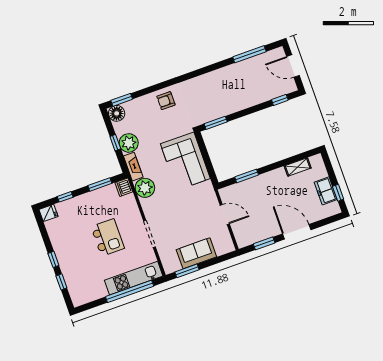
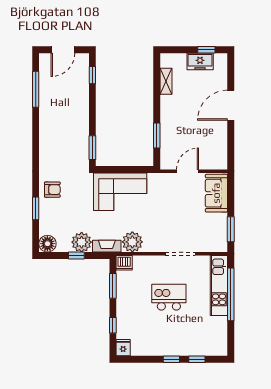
window: (122, 100) -> (36, 208), moved
armchair: (166, 101) -> (52, 190), turned -90
window: (264, 243) -> (231, 142), removed
sofa: (196, 253) -> (216, 193), moved

